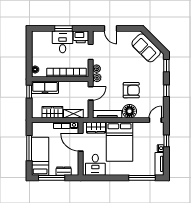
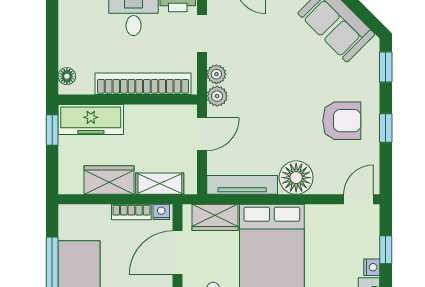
armchair: (131, 90) -> (342, 121), moved
door: (81, 142) -> (178, 253), hinge flipped

